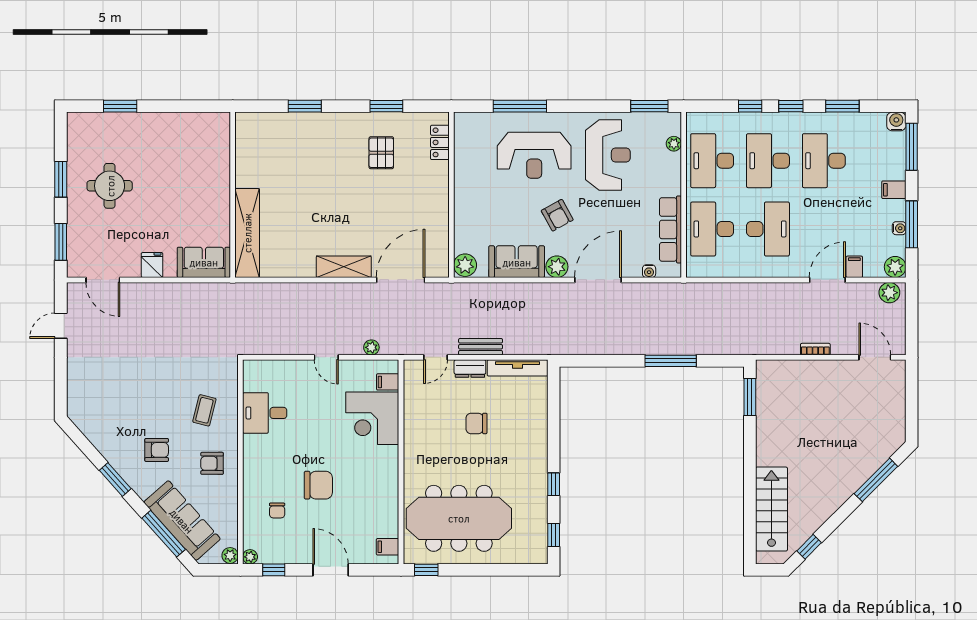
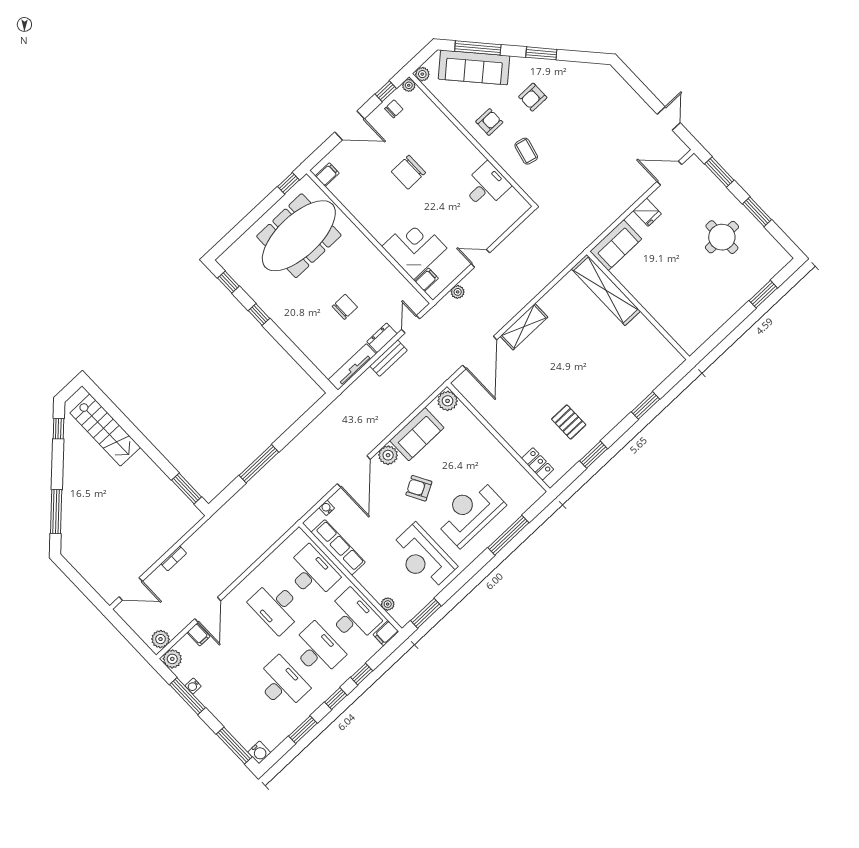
filing cabinet: (894, 190) -> (386, 633), moved, turned 180
chair: (277, 510) -> (394, 109), moved, turned 90

